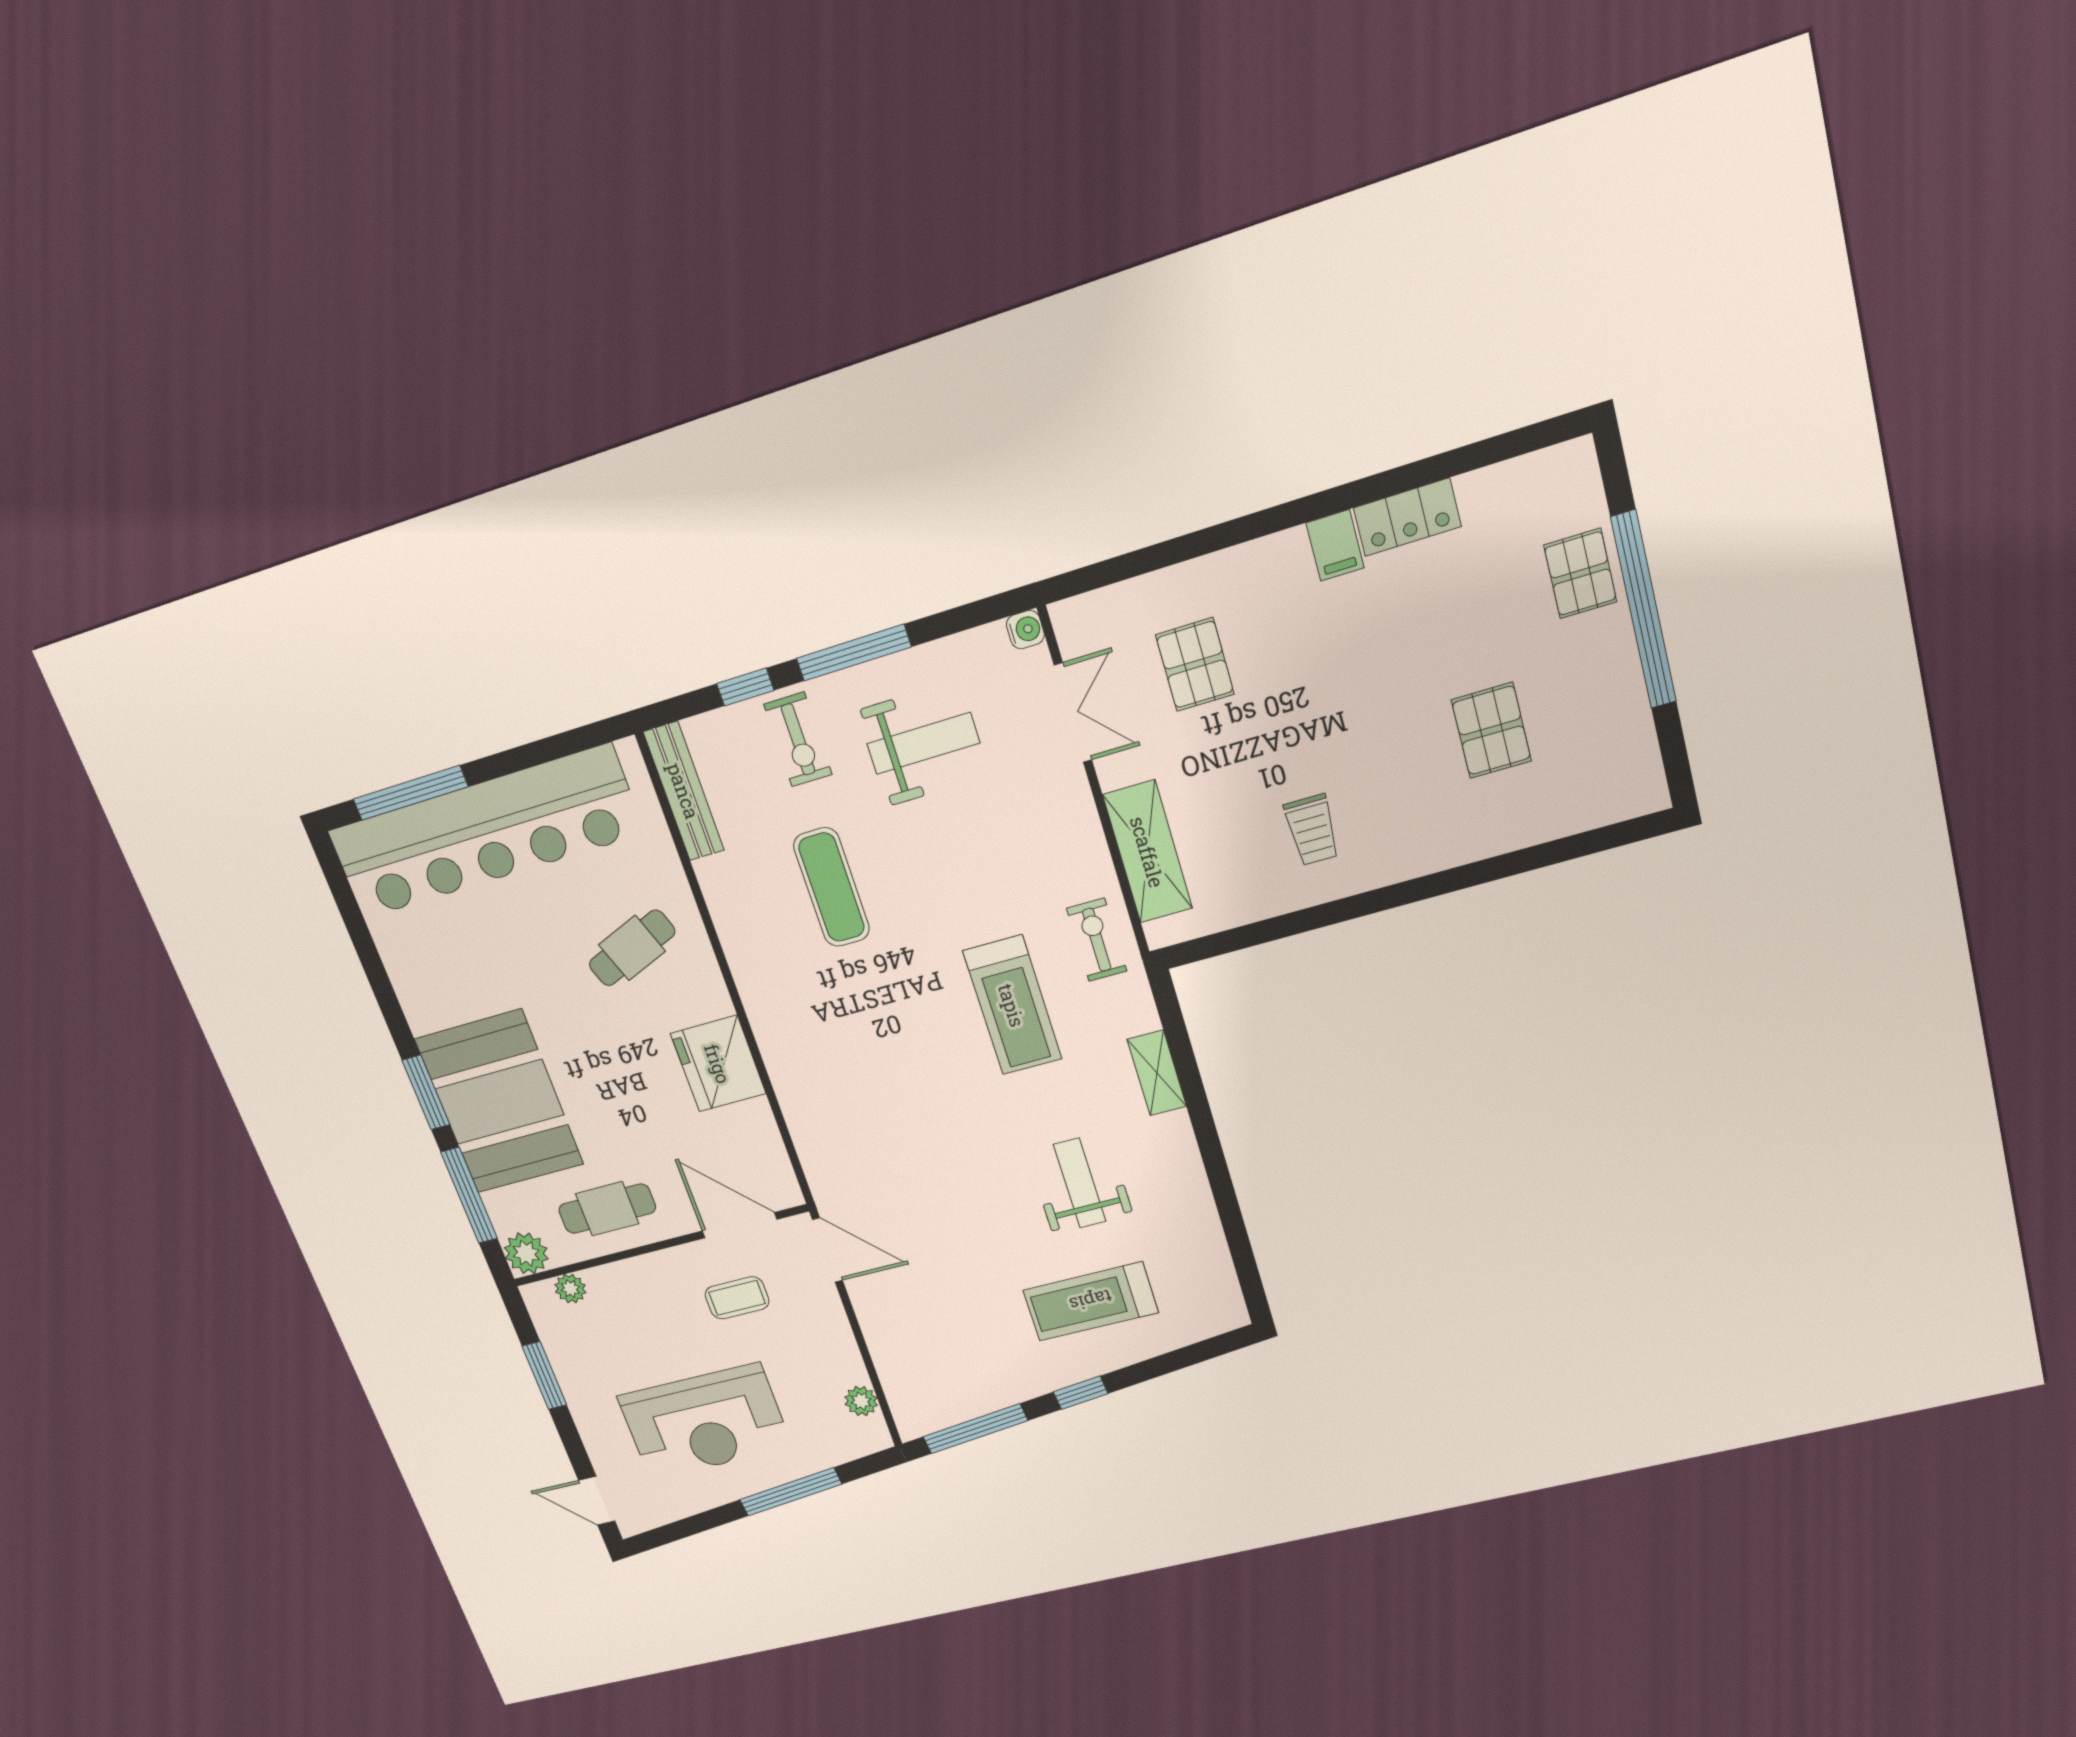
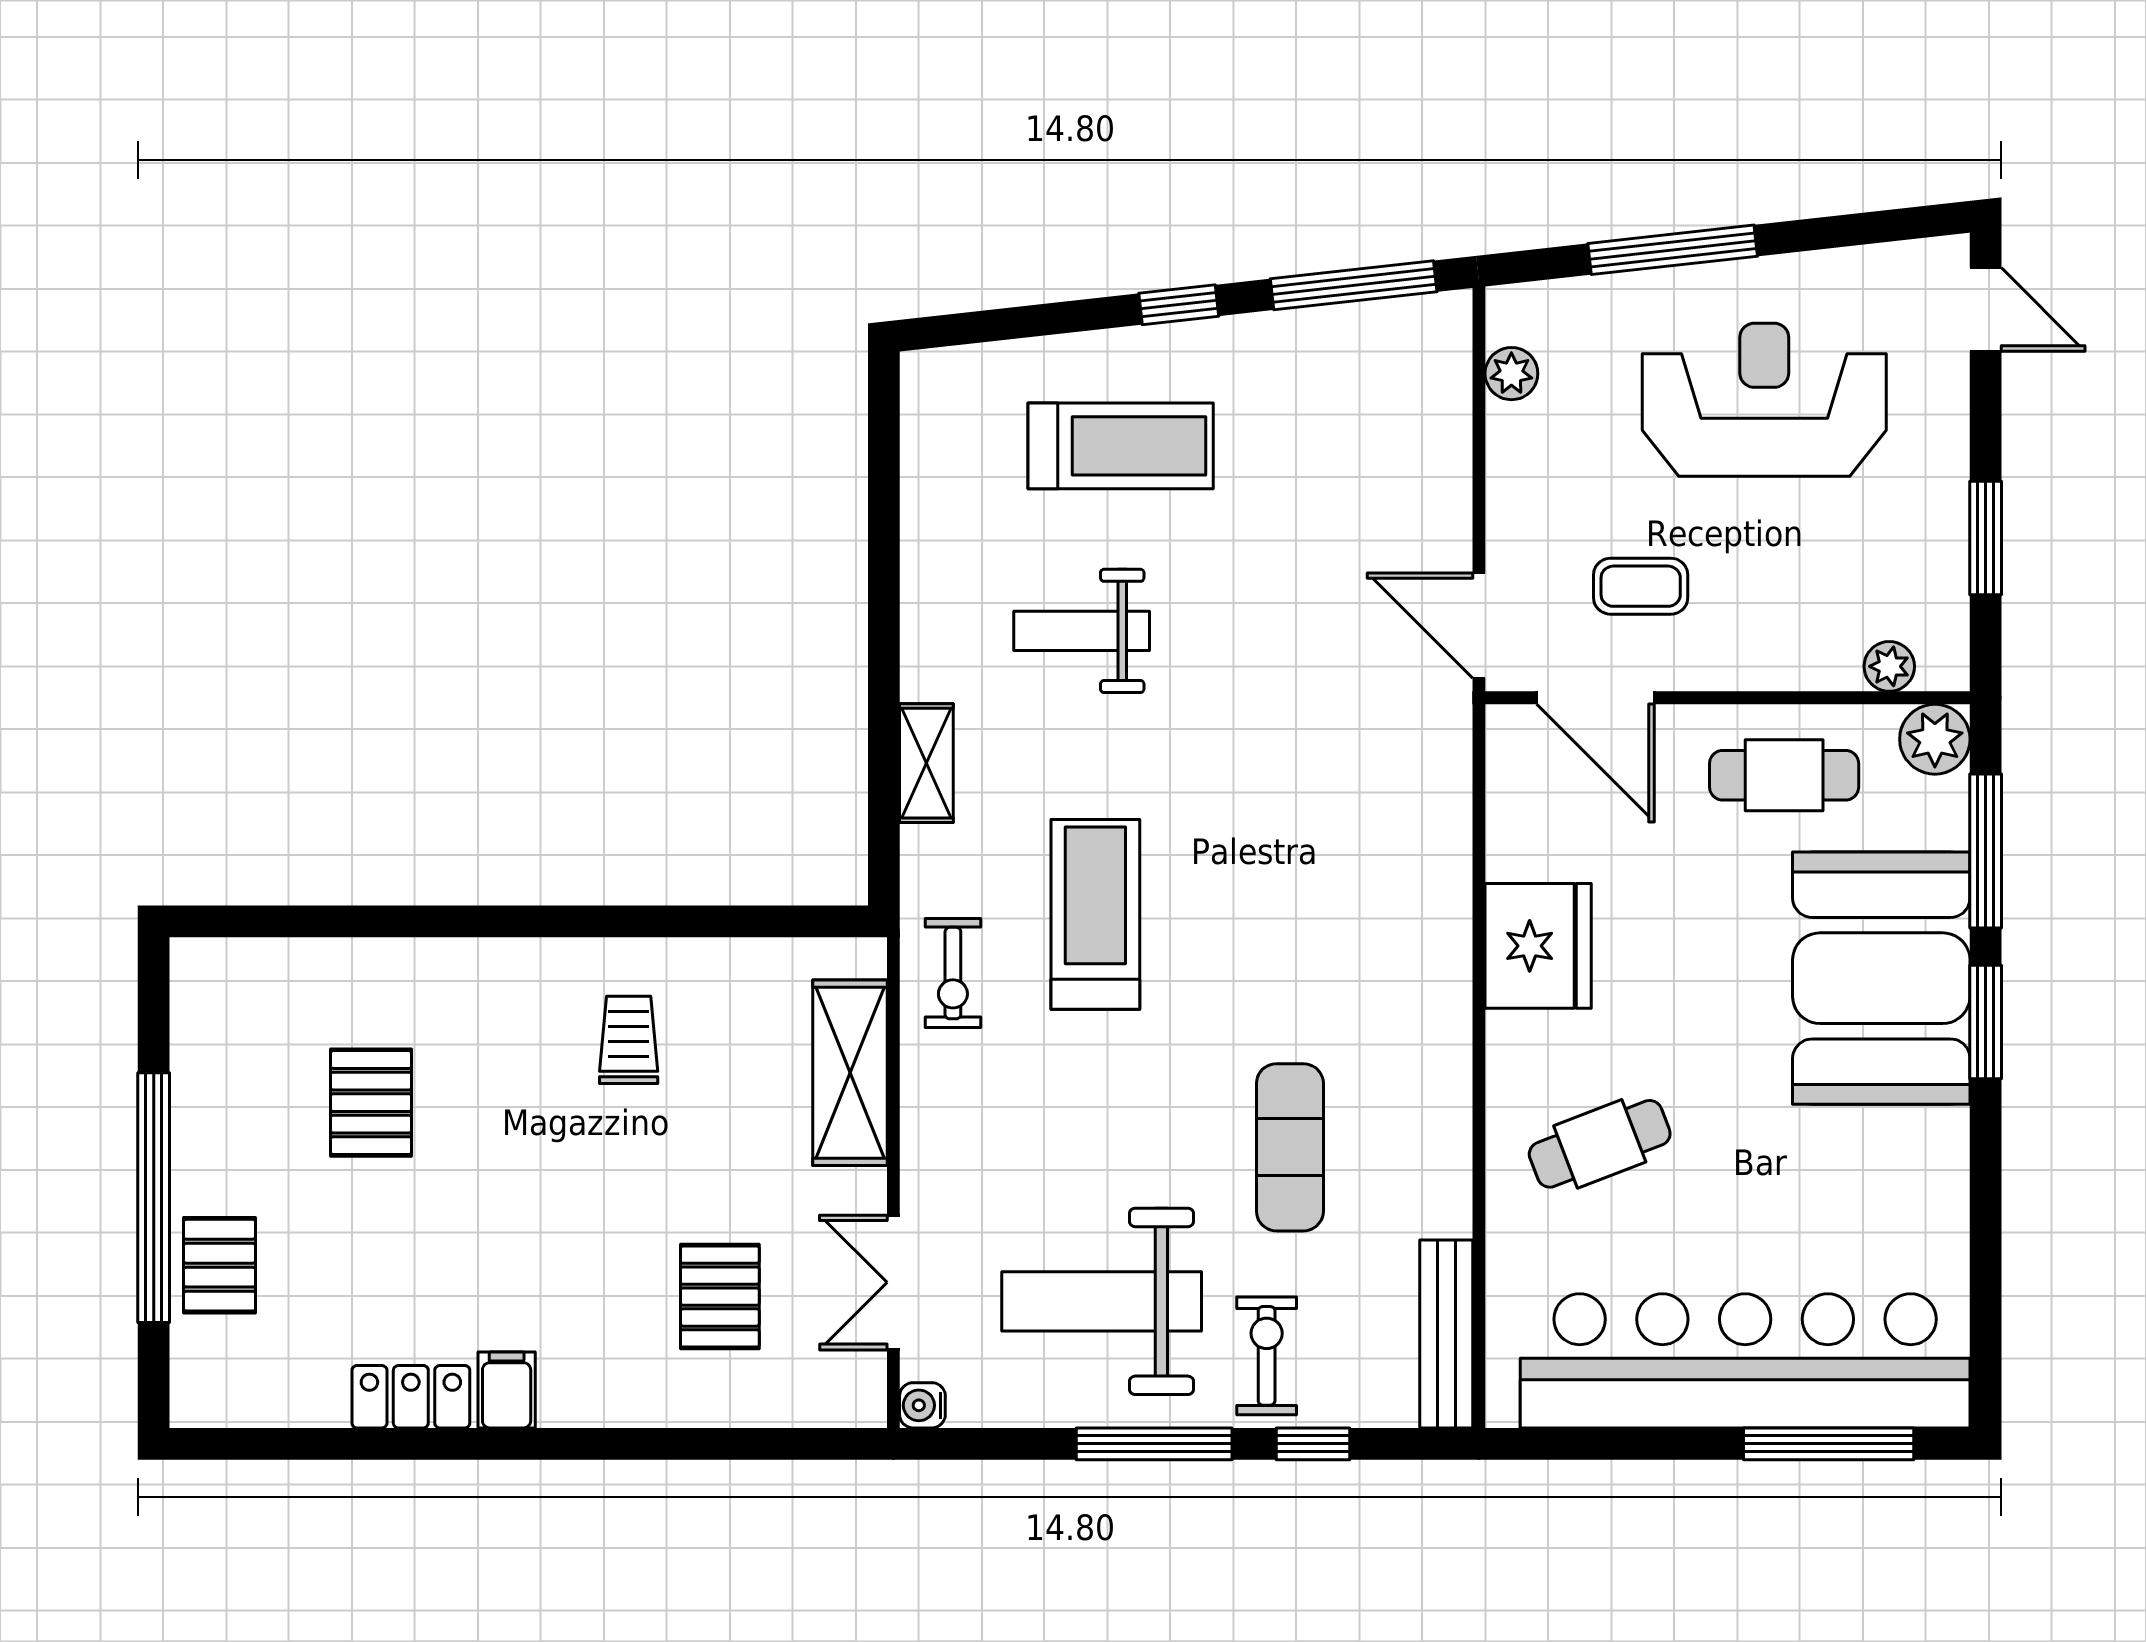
weight bench: (923, 743) -> (1102, 1301), width x1.36, depth x1.33
weight bench: (1080, 1183) -> (1082, 631), turned 90

